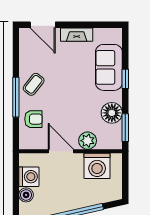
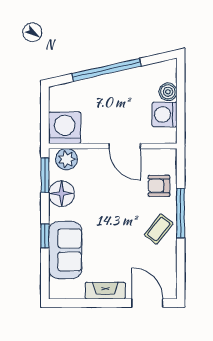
plant: (88, 141) -> (66, 159), moved
washing machine: (97, 166) -> (65, 128), moved

